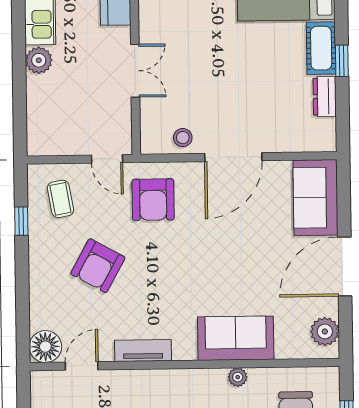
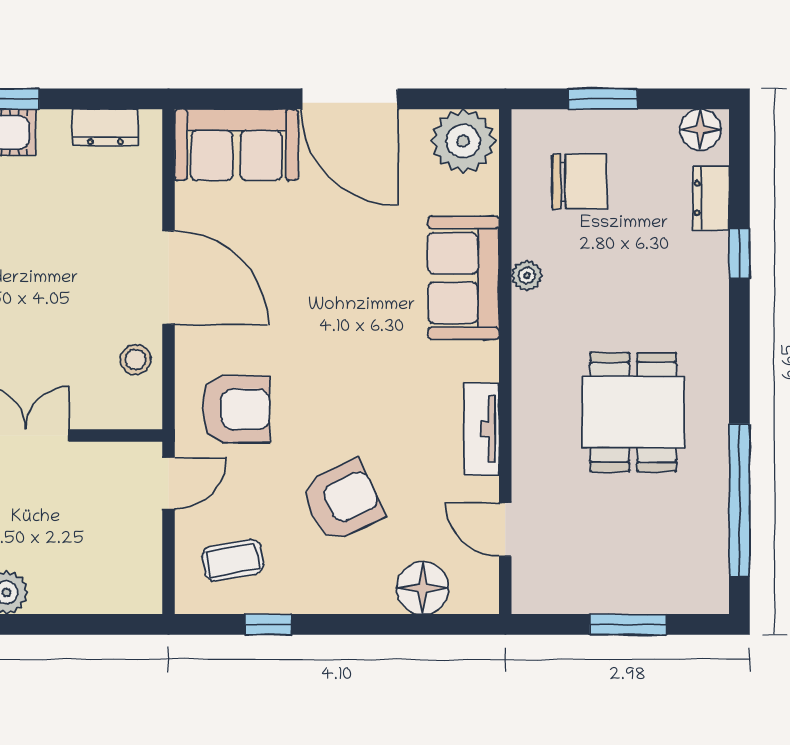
dresser: (325, 96) -> (105, 127), moved
armchair: (98, 266) -> (342, 501), turned -54
plant: (325, 331) -> (463, 141), width x1.36, depth x1.36
floor lamp: (45, 347) -> (423, 588), moved

